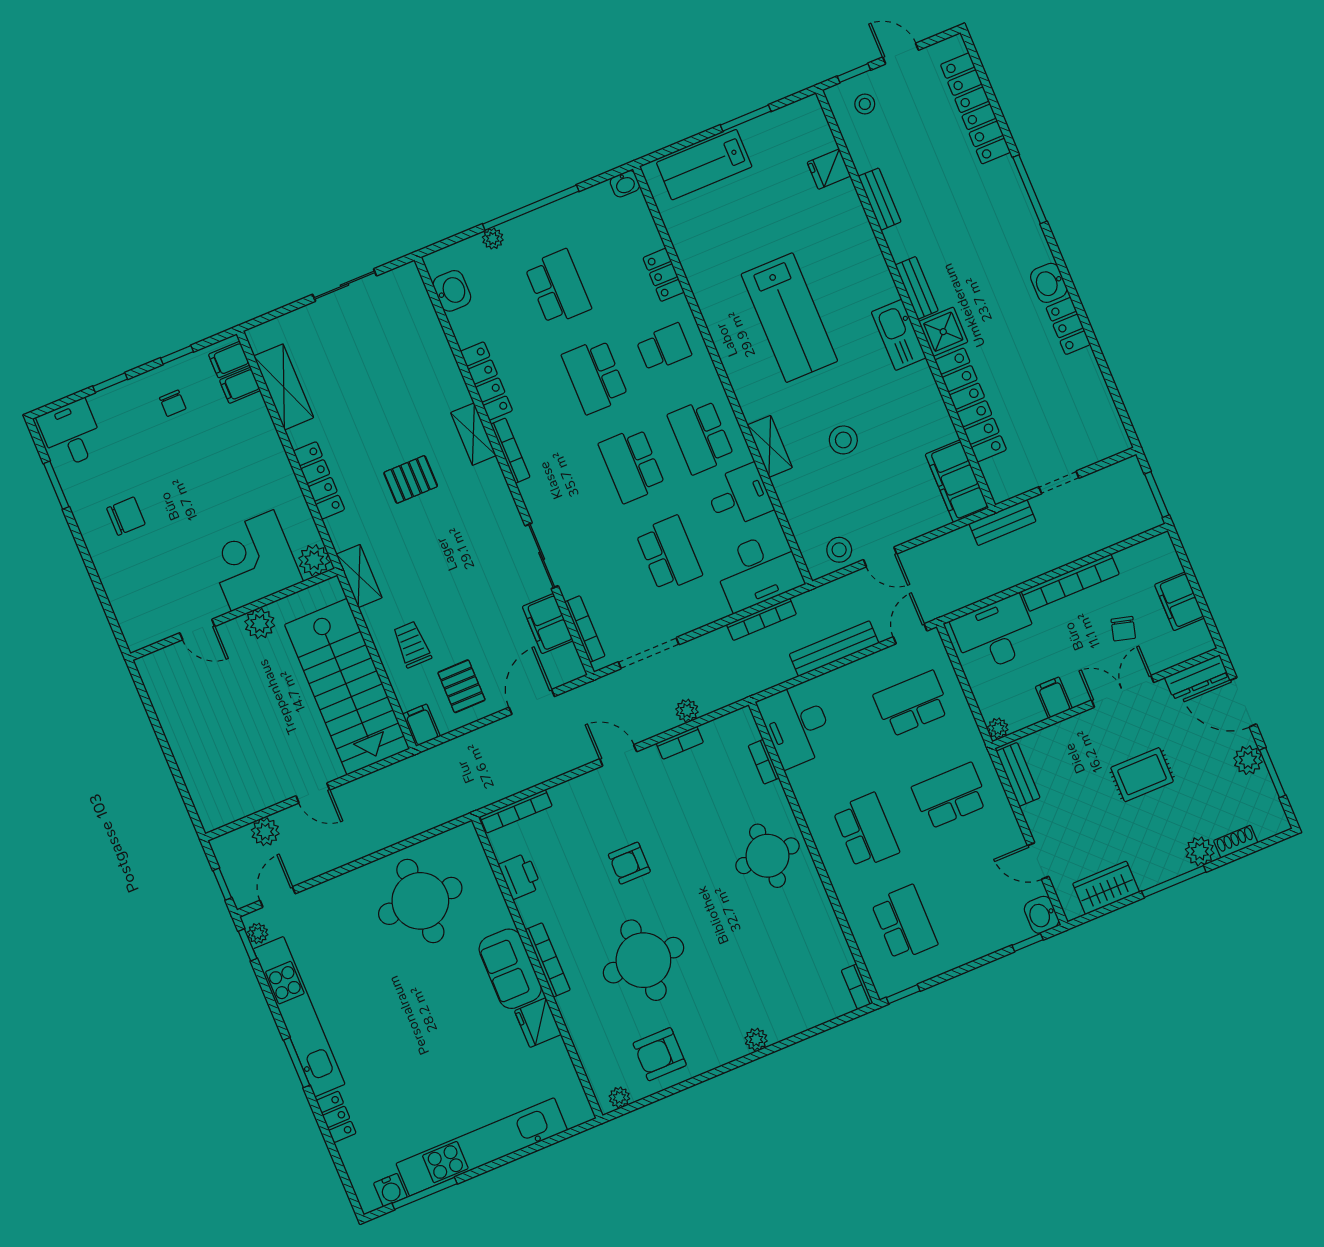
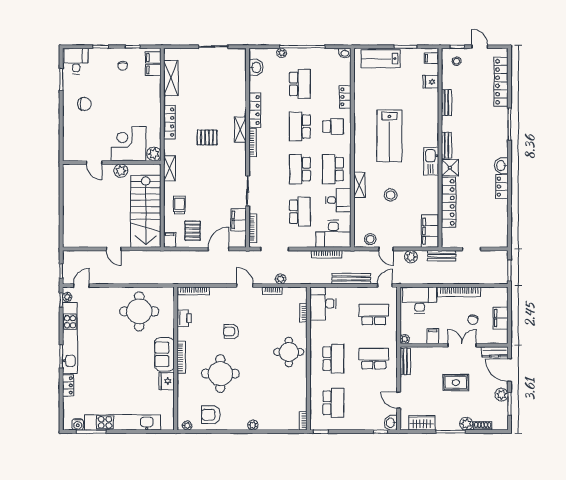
filing cabinet: (810, 120) -> (431, 58), added
plant: (265, 832) -> (411, 257), moved

